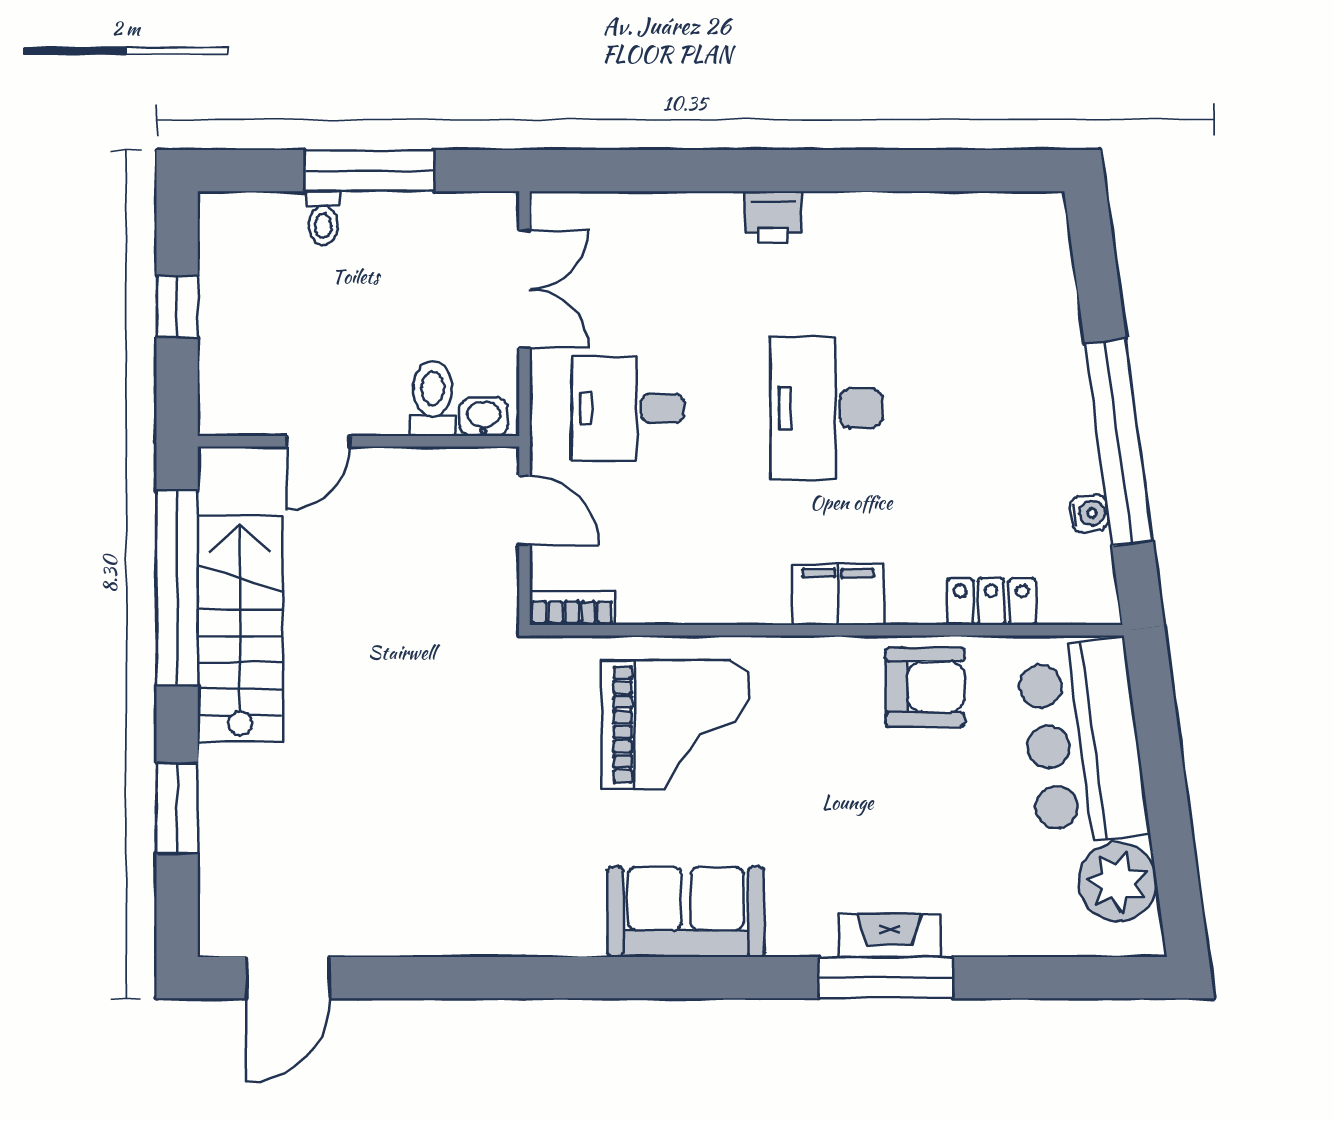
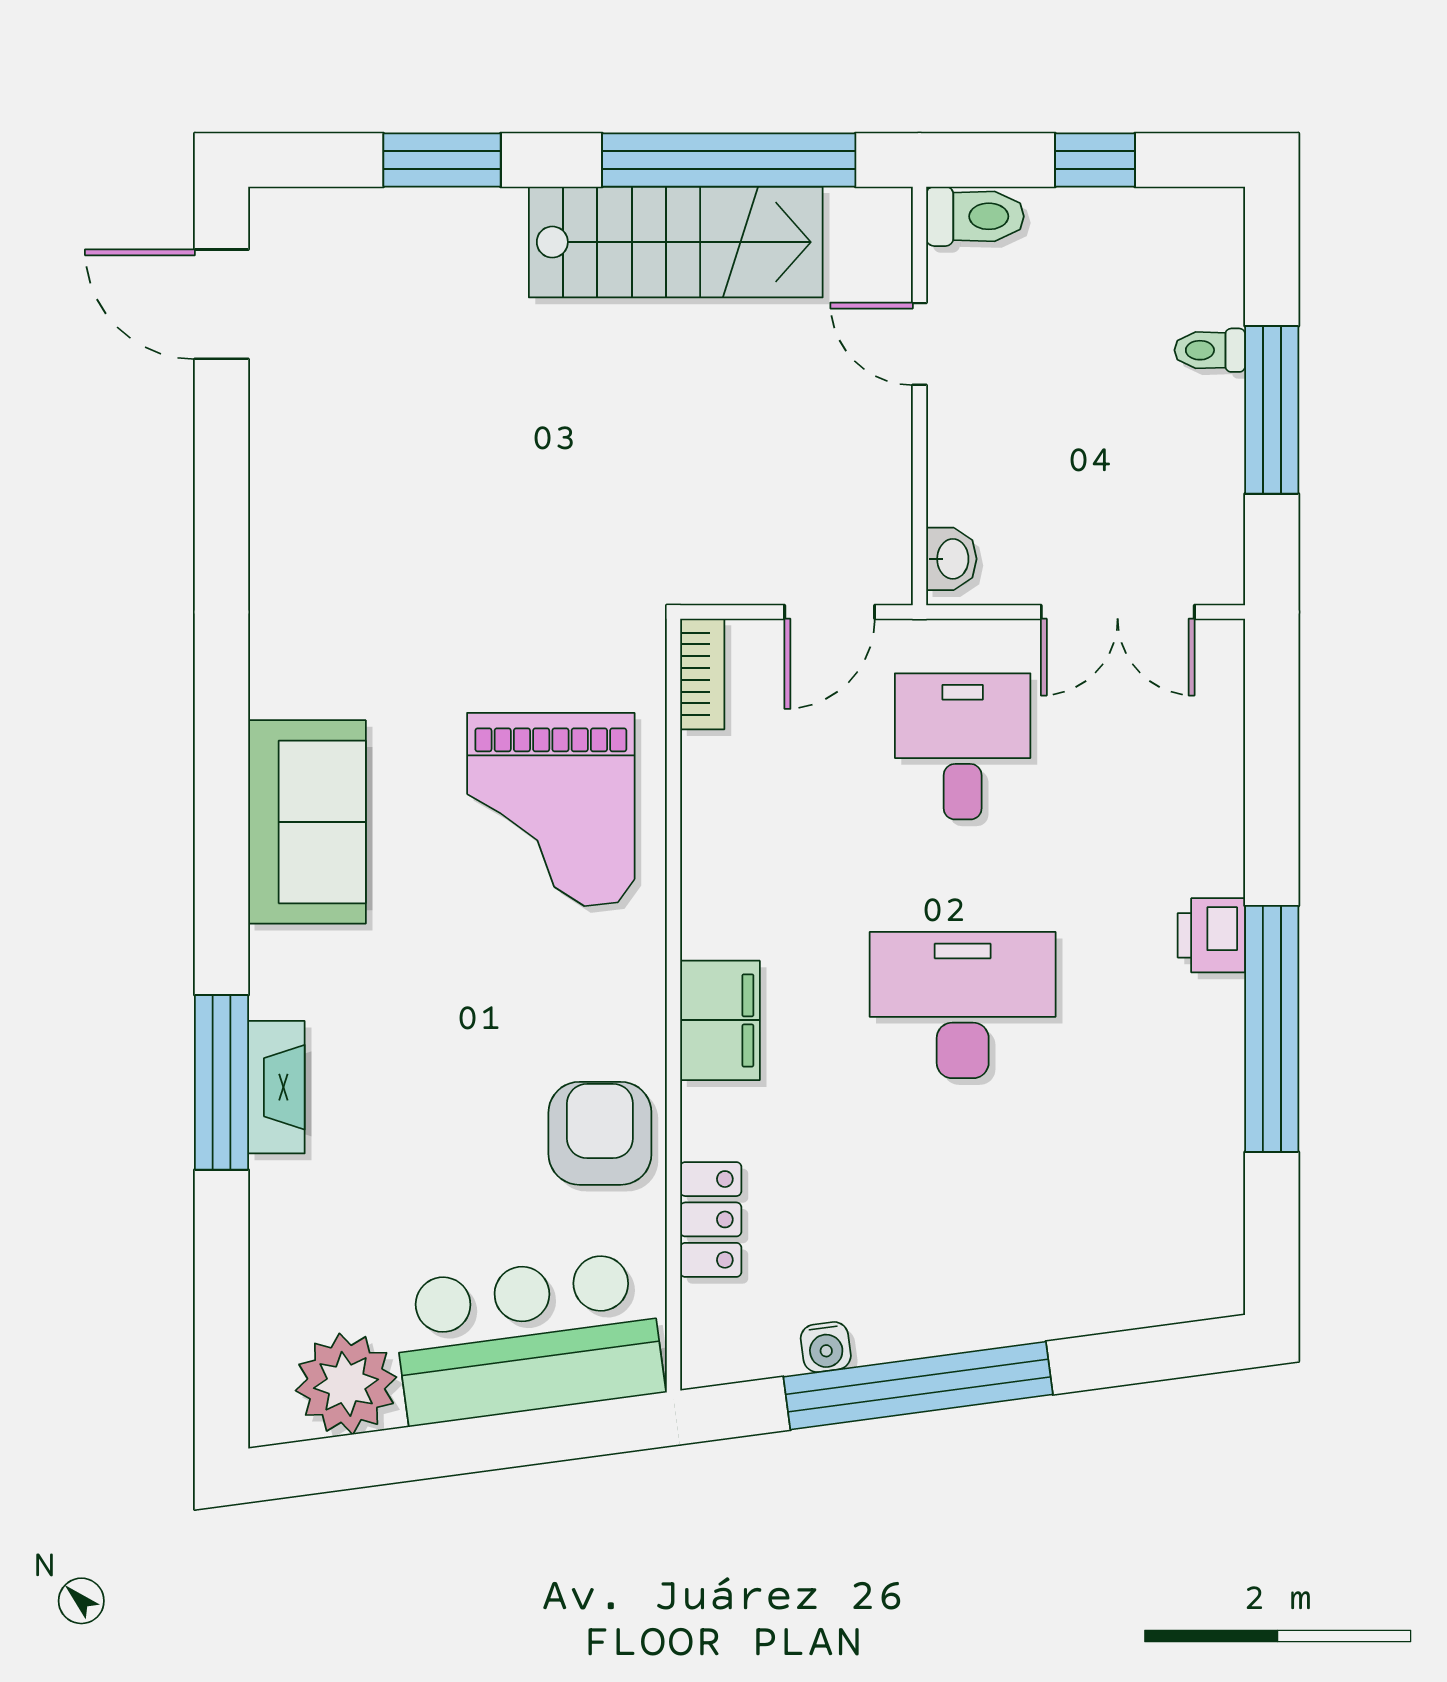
window: (845, 171) -> (1272, 1029), added
toilet: (433, 399) -> (975, 216), moved
armchair: (925, 687) -> (600, 1133), turned 180

